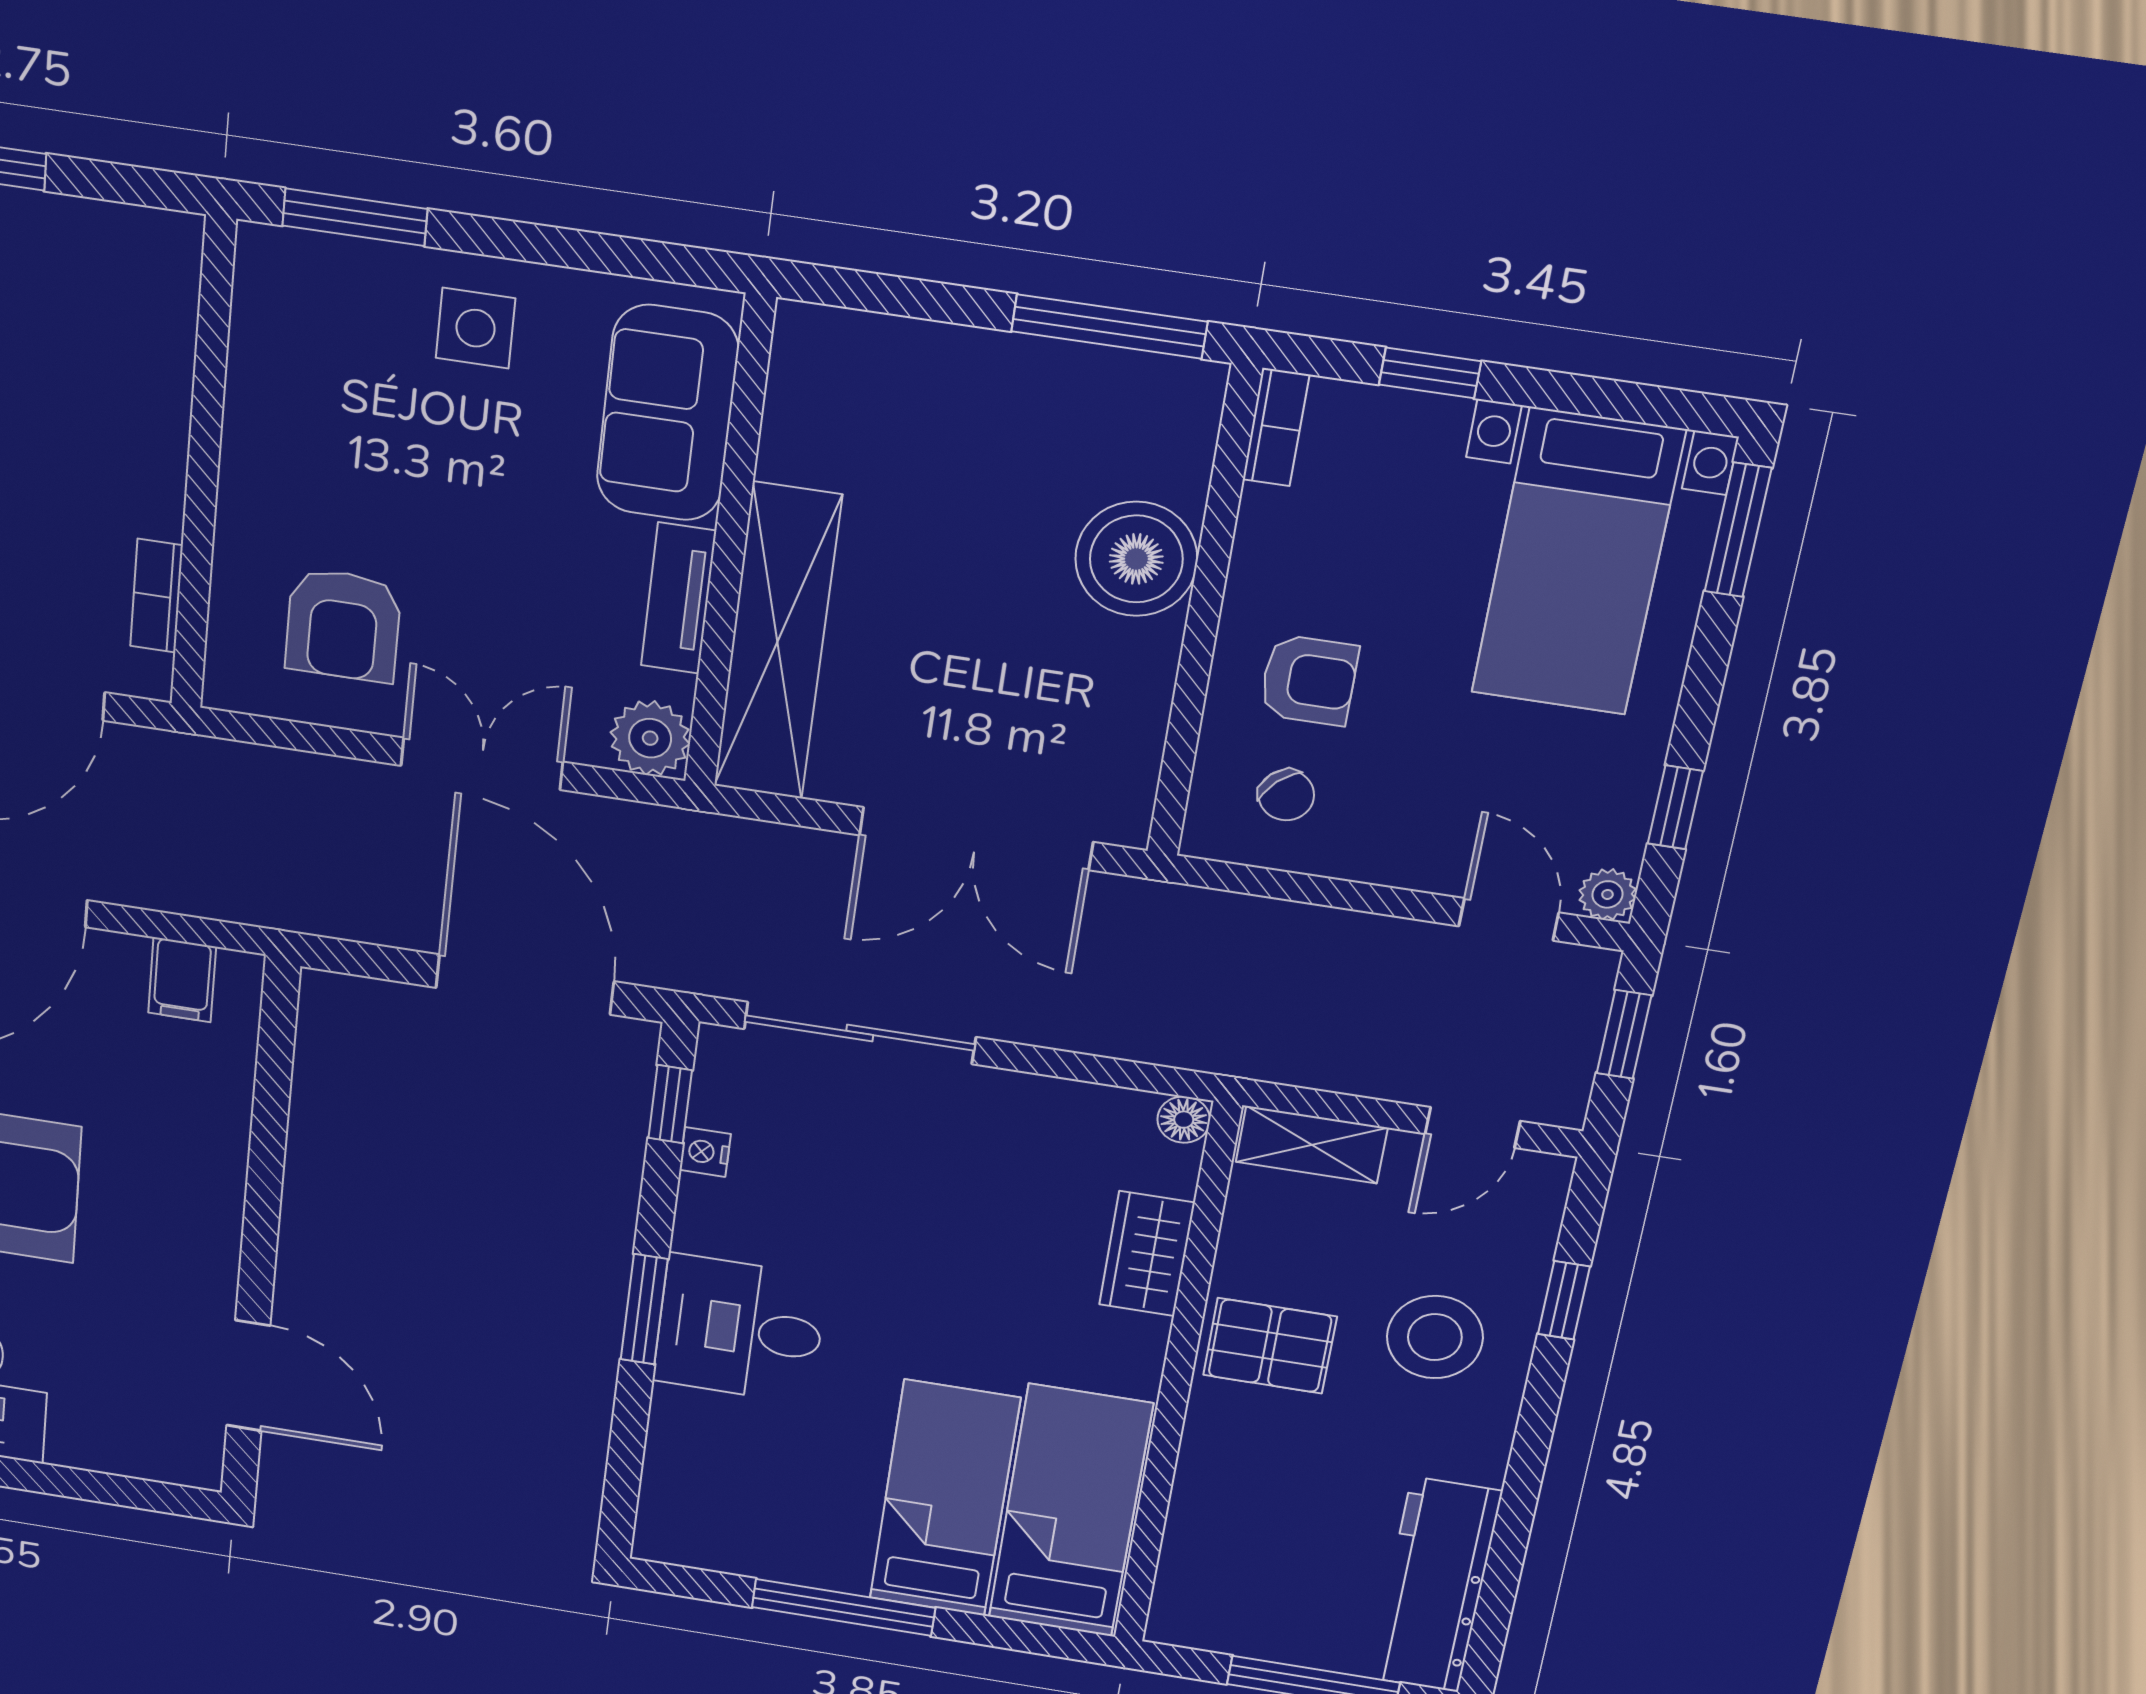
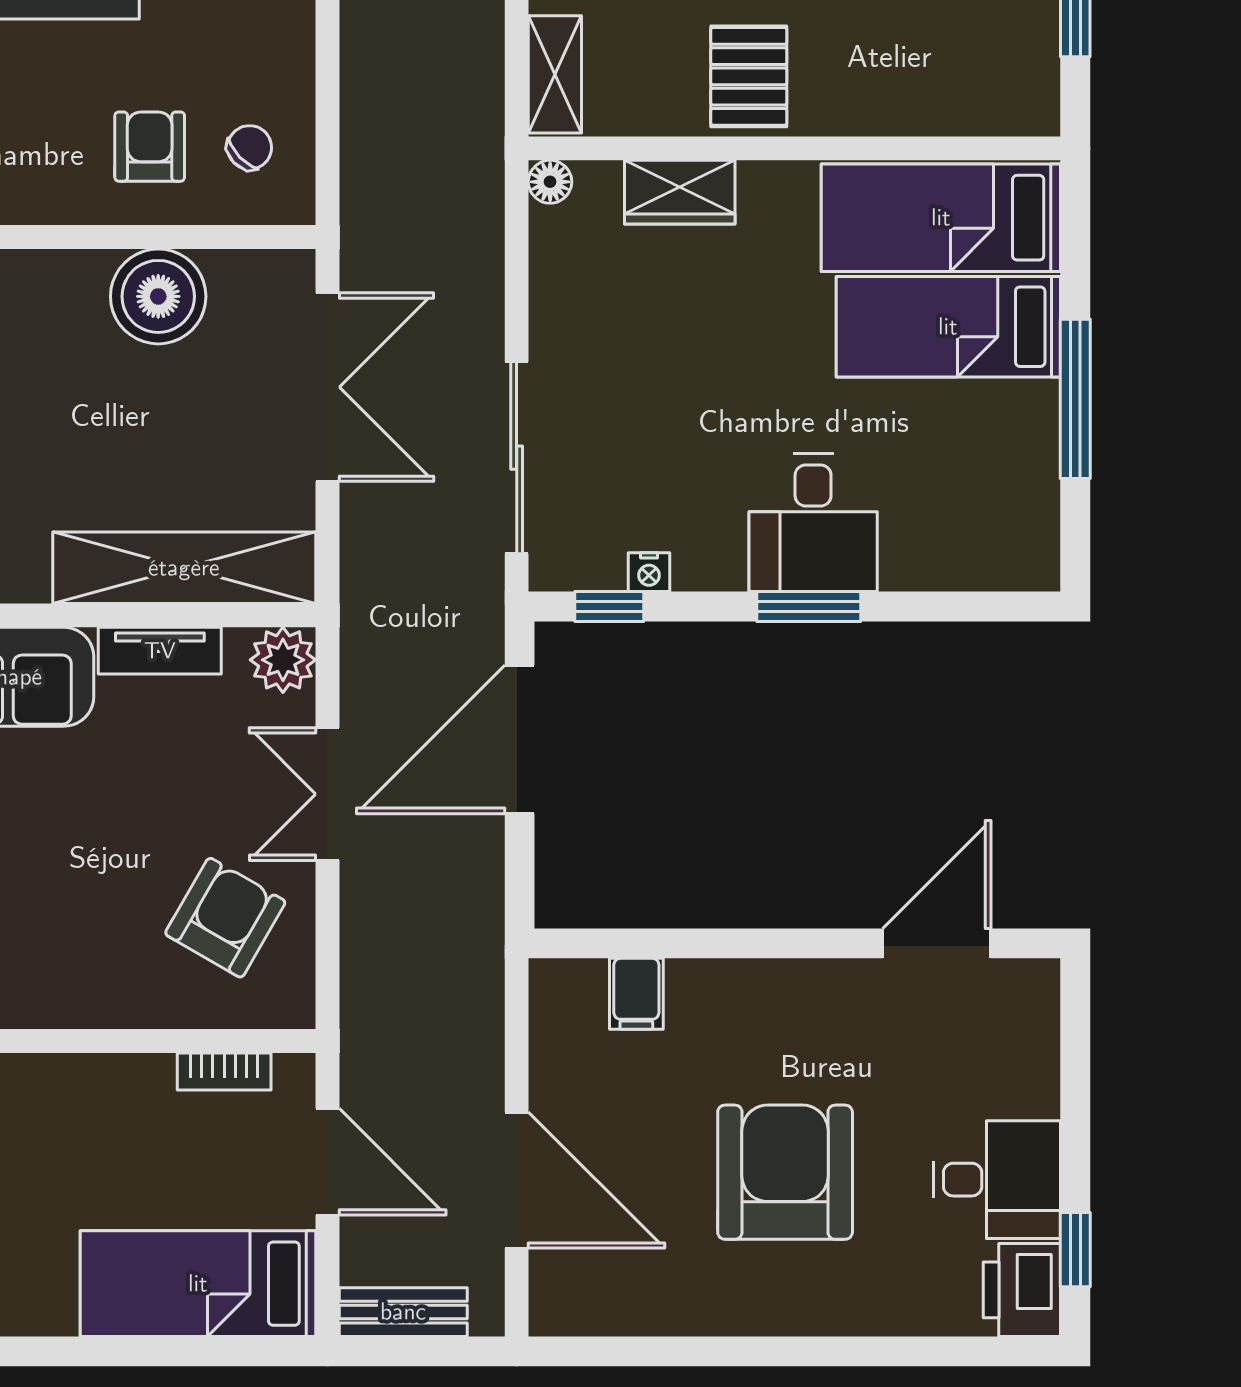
boiler: (1136, 559) -> (158, 296), moved
armchair: (343, 625) -> (225, 918), turned -60
filing cabinet: (182, 980) -> (636, 994), moved, turned 90

